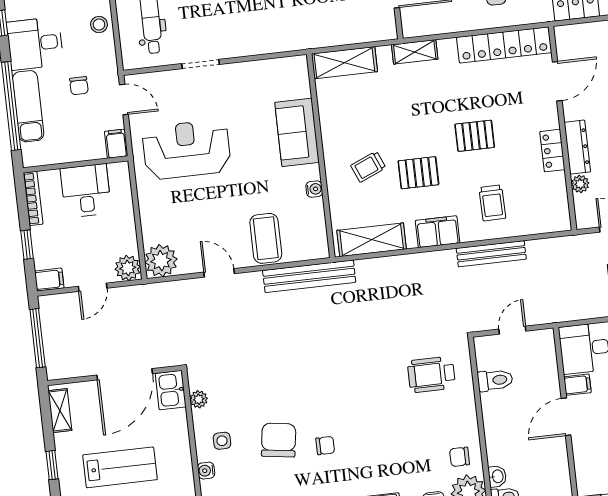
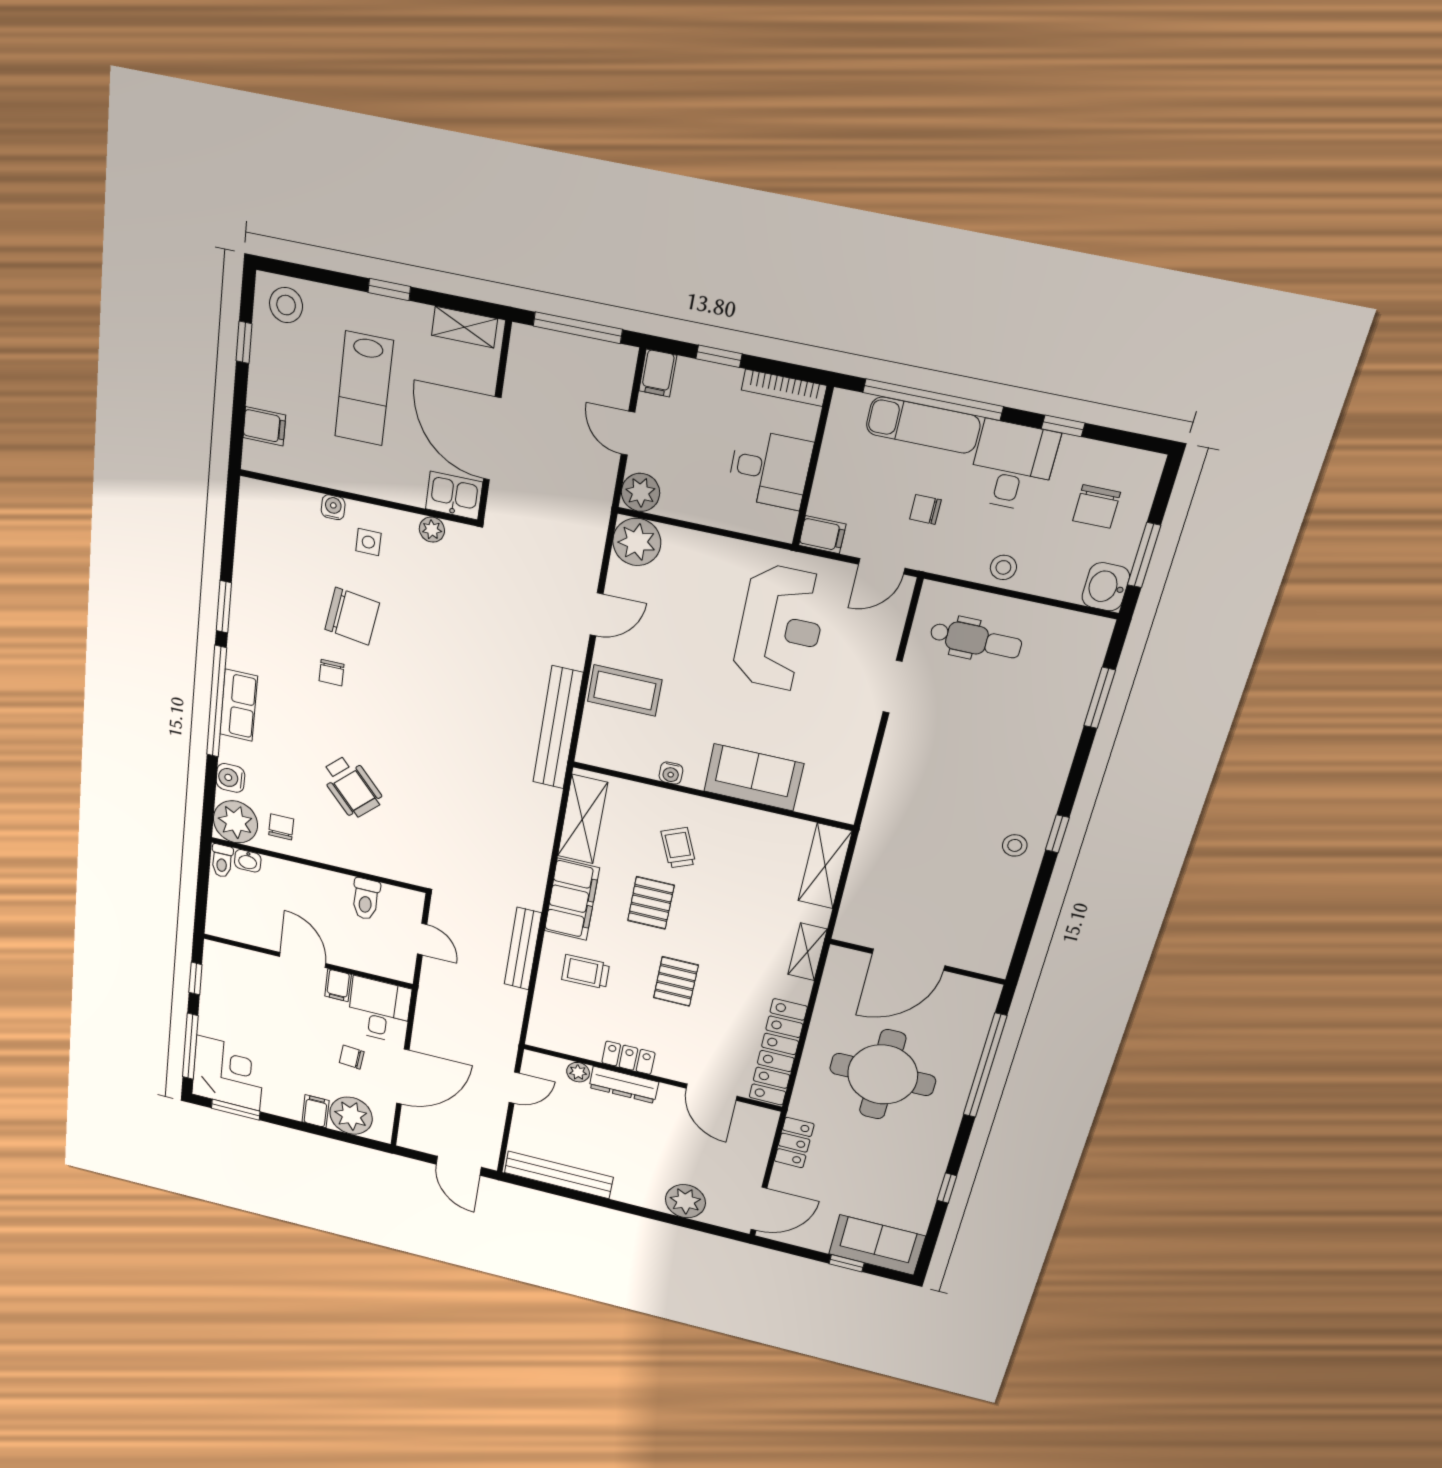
filing cabinet: (438, 232) -> (572, 899), width x1.50, depth x1.17
wheelchair: (431, 374) -> (352, 787), moved, turned 137

